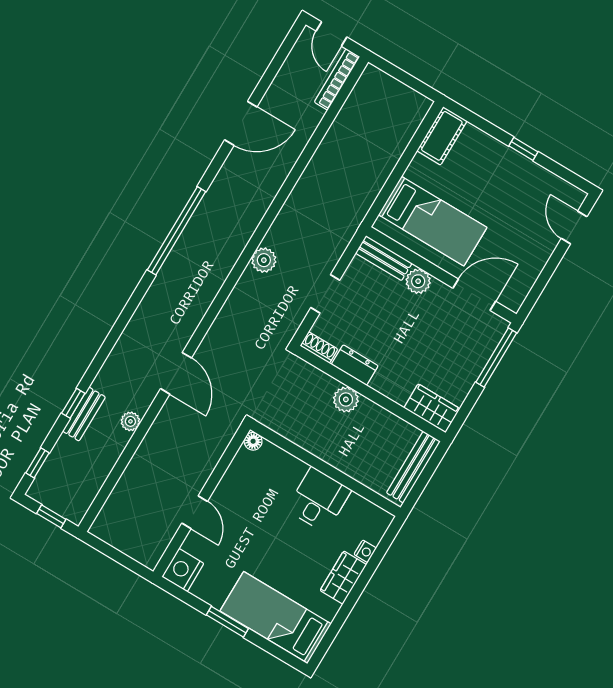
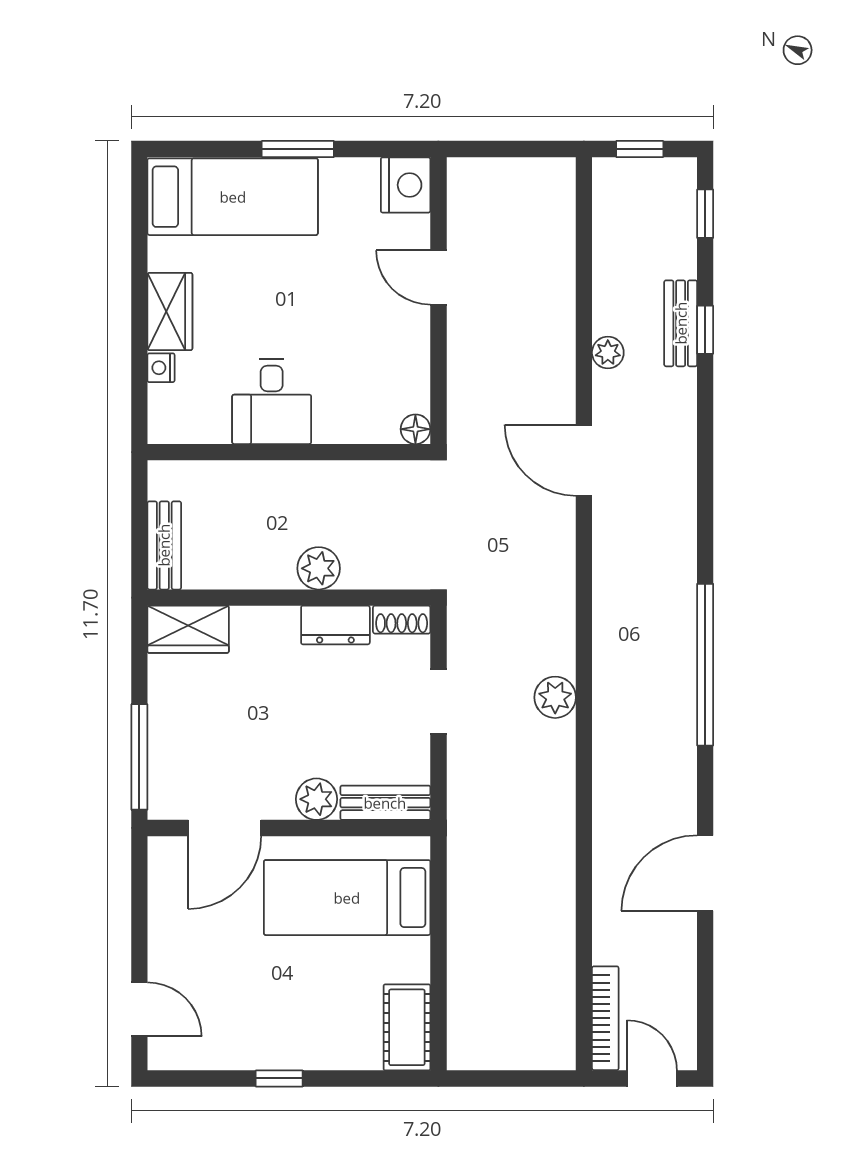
bench: (413, 467) -> (164, 545), width x0.73

